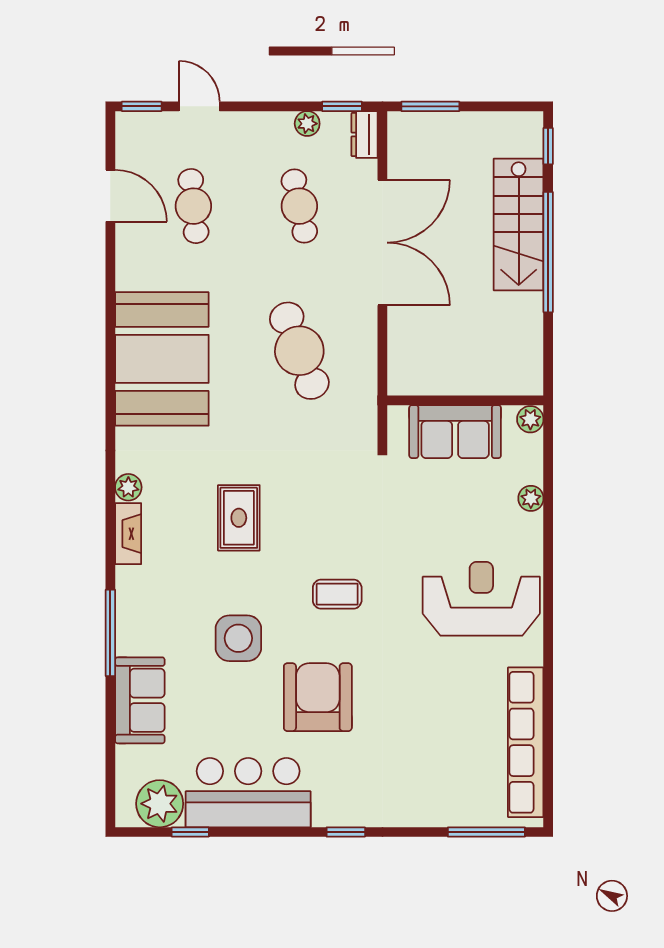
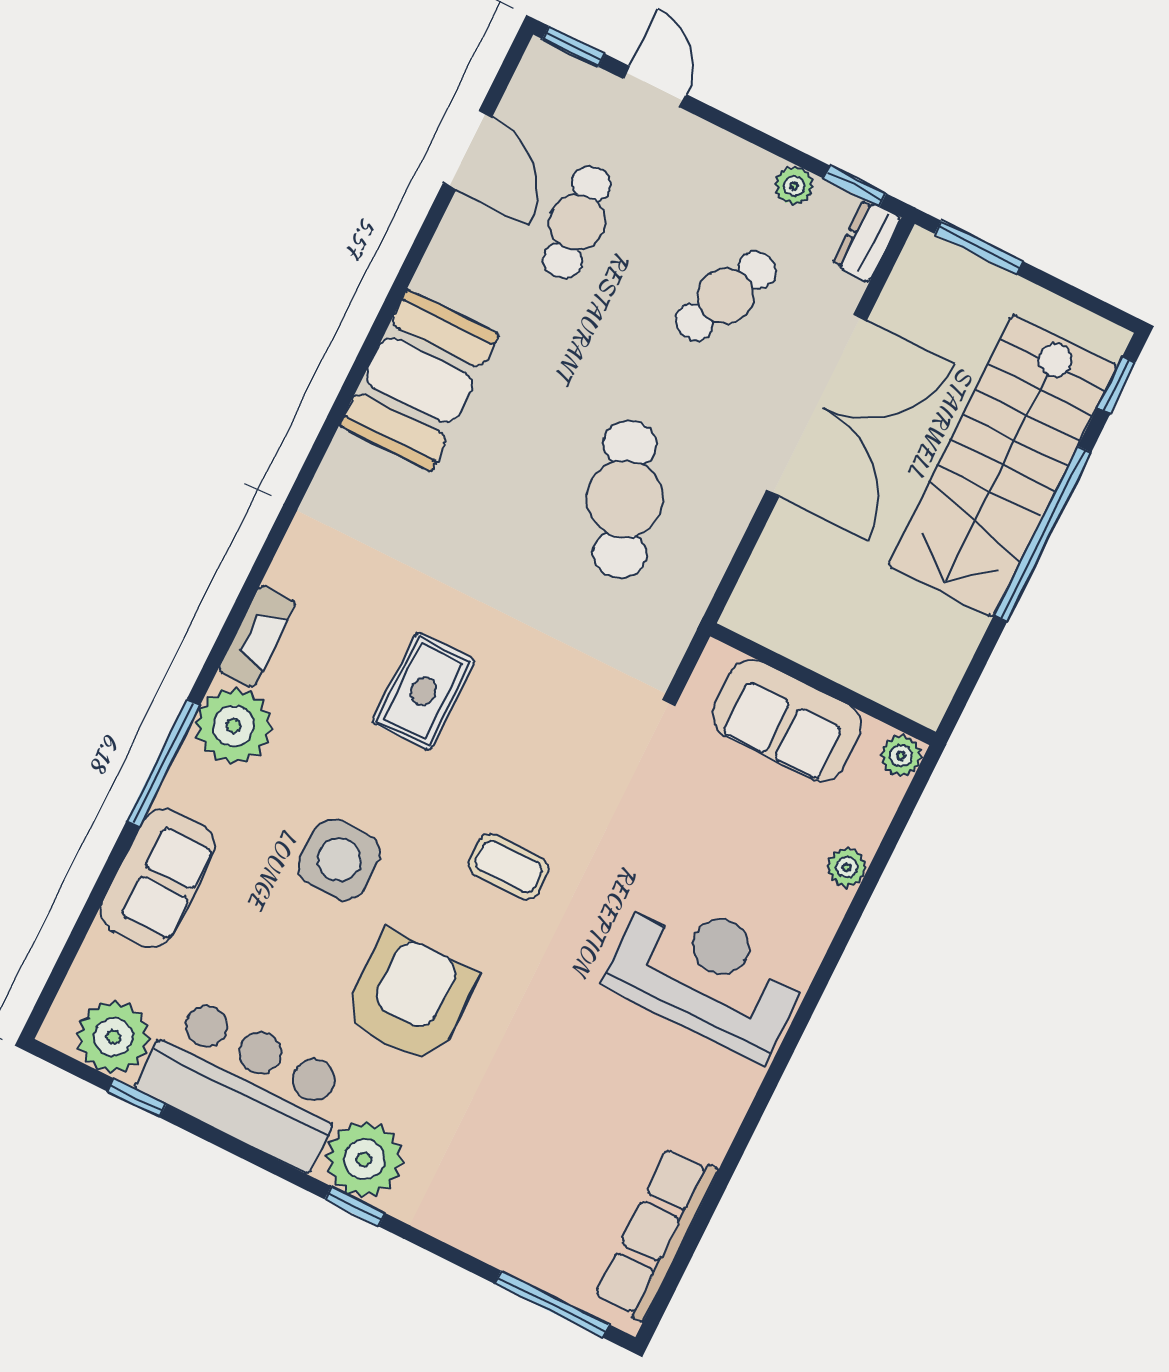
cafe table: (299, 206) -> (726, 296), turned 36
stairs: (519, 225) -> (1003, 466), width x1.36, depth x1.51
booth: (162, 359) -> (419, 380), width x0.73, depth x0.70
plant: (128, 487) -> (233, 726), moved, width x1.88, depth x1.88
row of seats: (526, 742) -> (656, 1234), width x0.73
plant: (338, 802) -> (364, 1159), added

